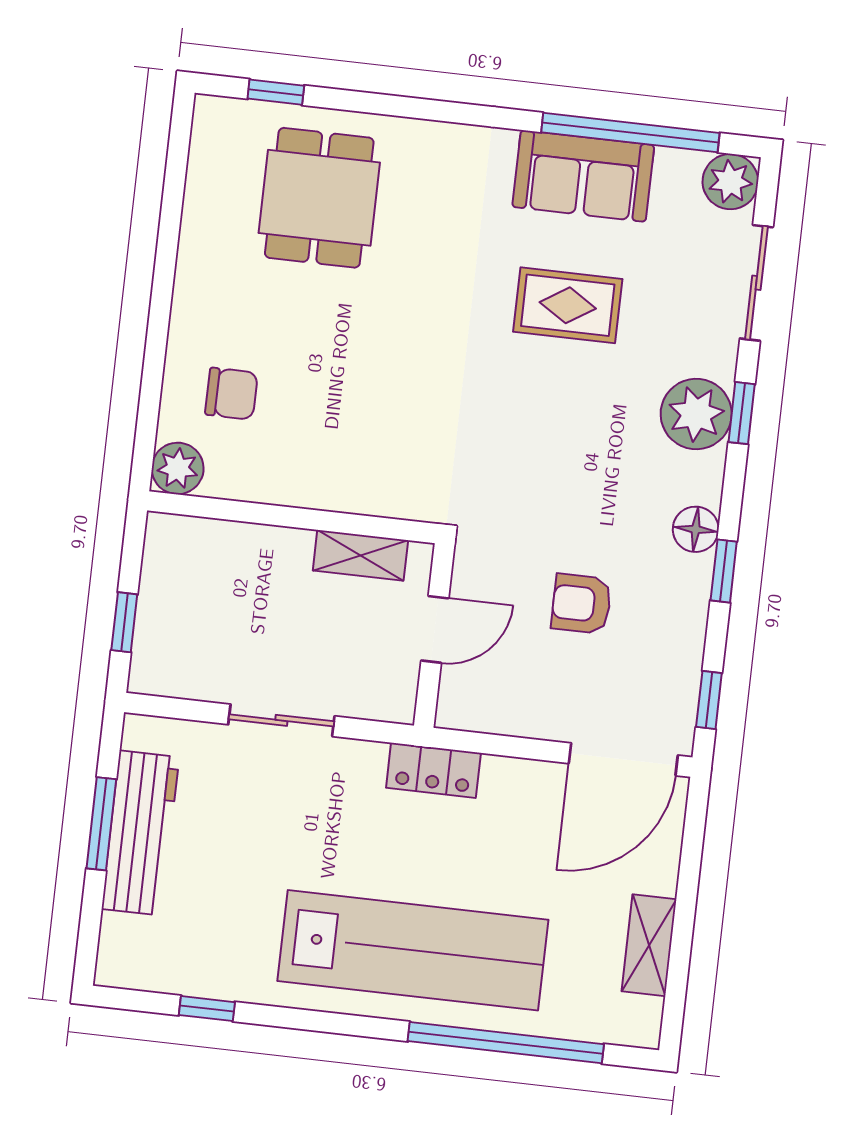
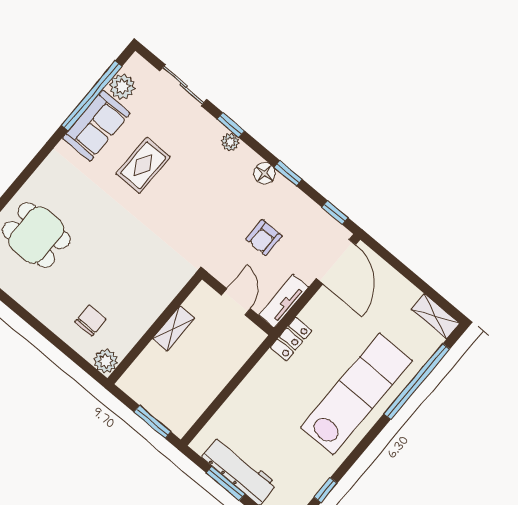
plant: (730, 182) -> (122, 87), moved
plant: (696, 414) -> (230, 142), width x0.53, depth x0.53
shelving: (360, 555) -> (174, 328), moved
window: (124, 622) -> (152, 422), width x1.50
tv unit: (492, 713) -> (284, 301), added
sliding door: (281, 720) -> (232, 386), removed
shelving: (649, 945) -> (435, 316), moved

